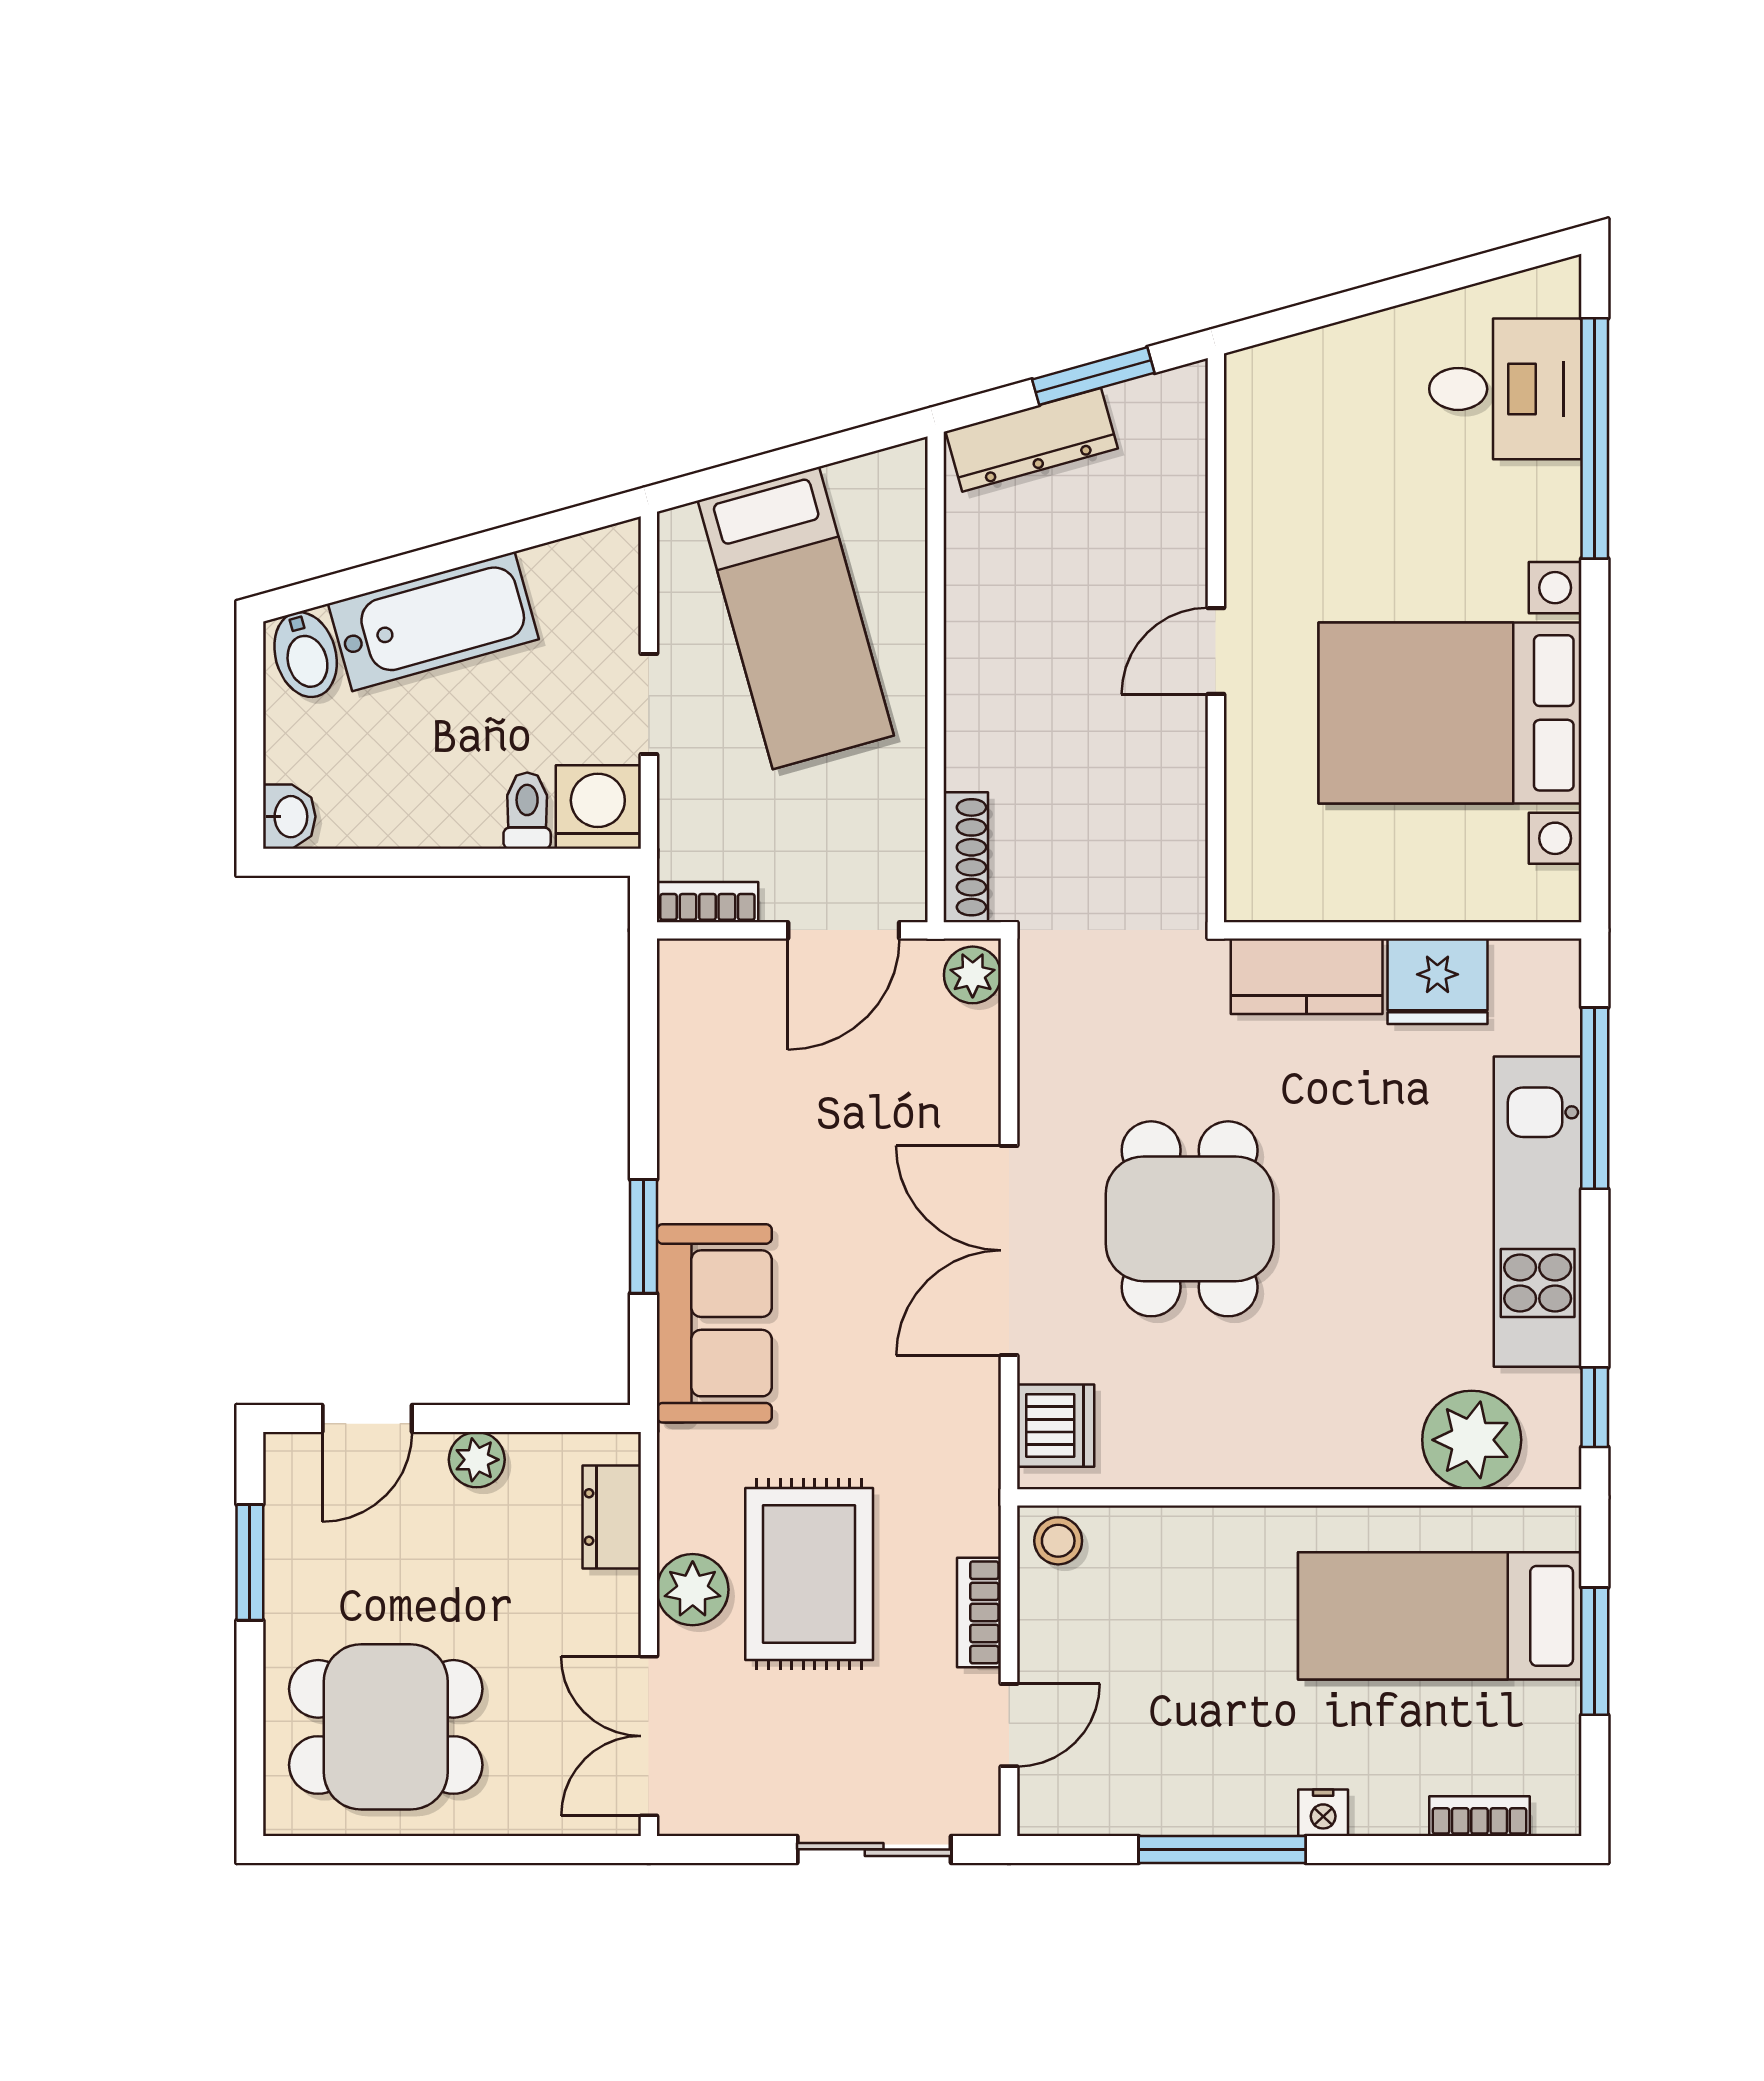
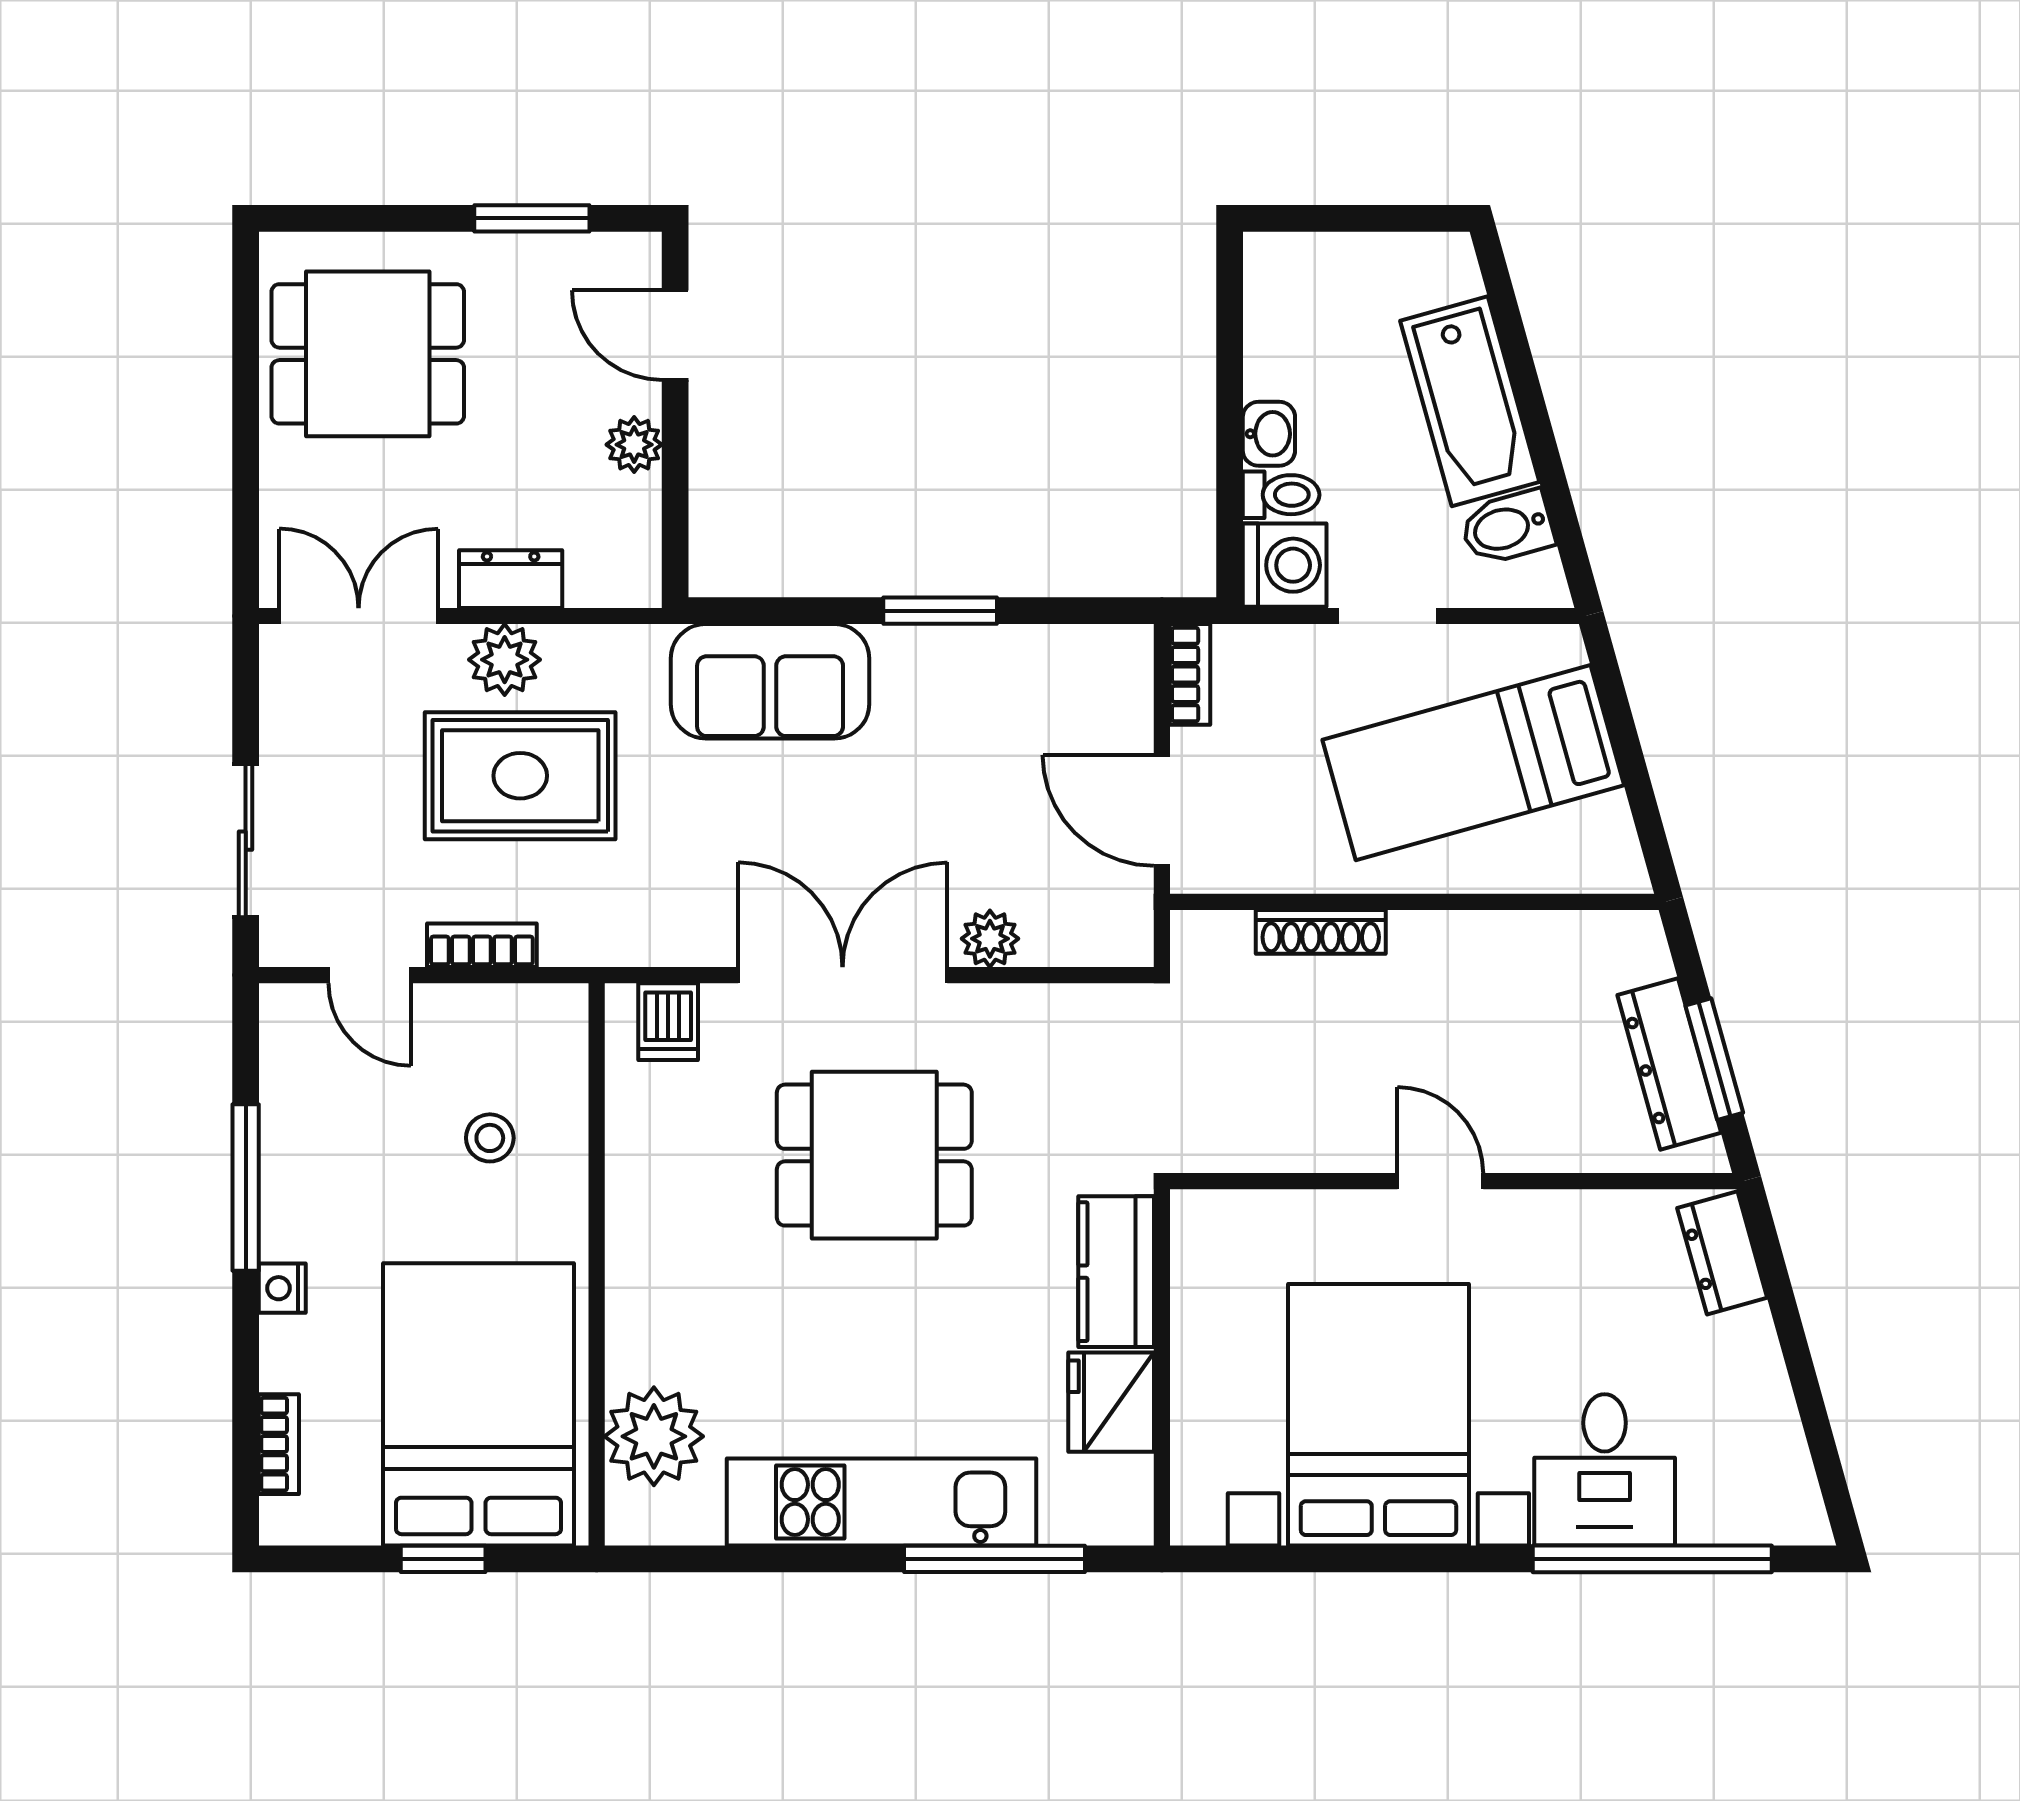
dresser: (1288, 368) -> (1722, 1253), added
desk: (1505, 389) -> (1605, 1470), moved
dresser: (1032, 440) -> (1669, 1064), moved
bidet: (306, 655) -> (1507, 528), moved
washbasin: (289, 817) -> (1269, 434), moved, turned -90
shoe rack: (966, 857) -> (1321, 932), moved
plant: (973, 975) -> (990, 939), moved
window: (643, 1236) -> (940, 611), moved
window: (1595, 1407) -> (686, 1559), removed
dishwasher: (1056, 1426) -> (668, 1022), width x0.73
dresser: (612, 1517) -> (511, 579), moved
stool: (1058, 1541) -> (490, 1138), moved
bed: (1440, 1616) -> (478, 1404), width x1.50
window: (1595, 1651) -> (443, 1559), width x0.67
dining table: (386, 1727) -> (368, 354), turned 90

